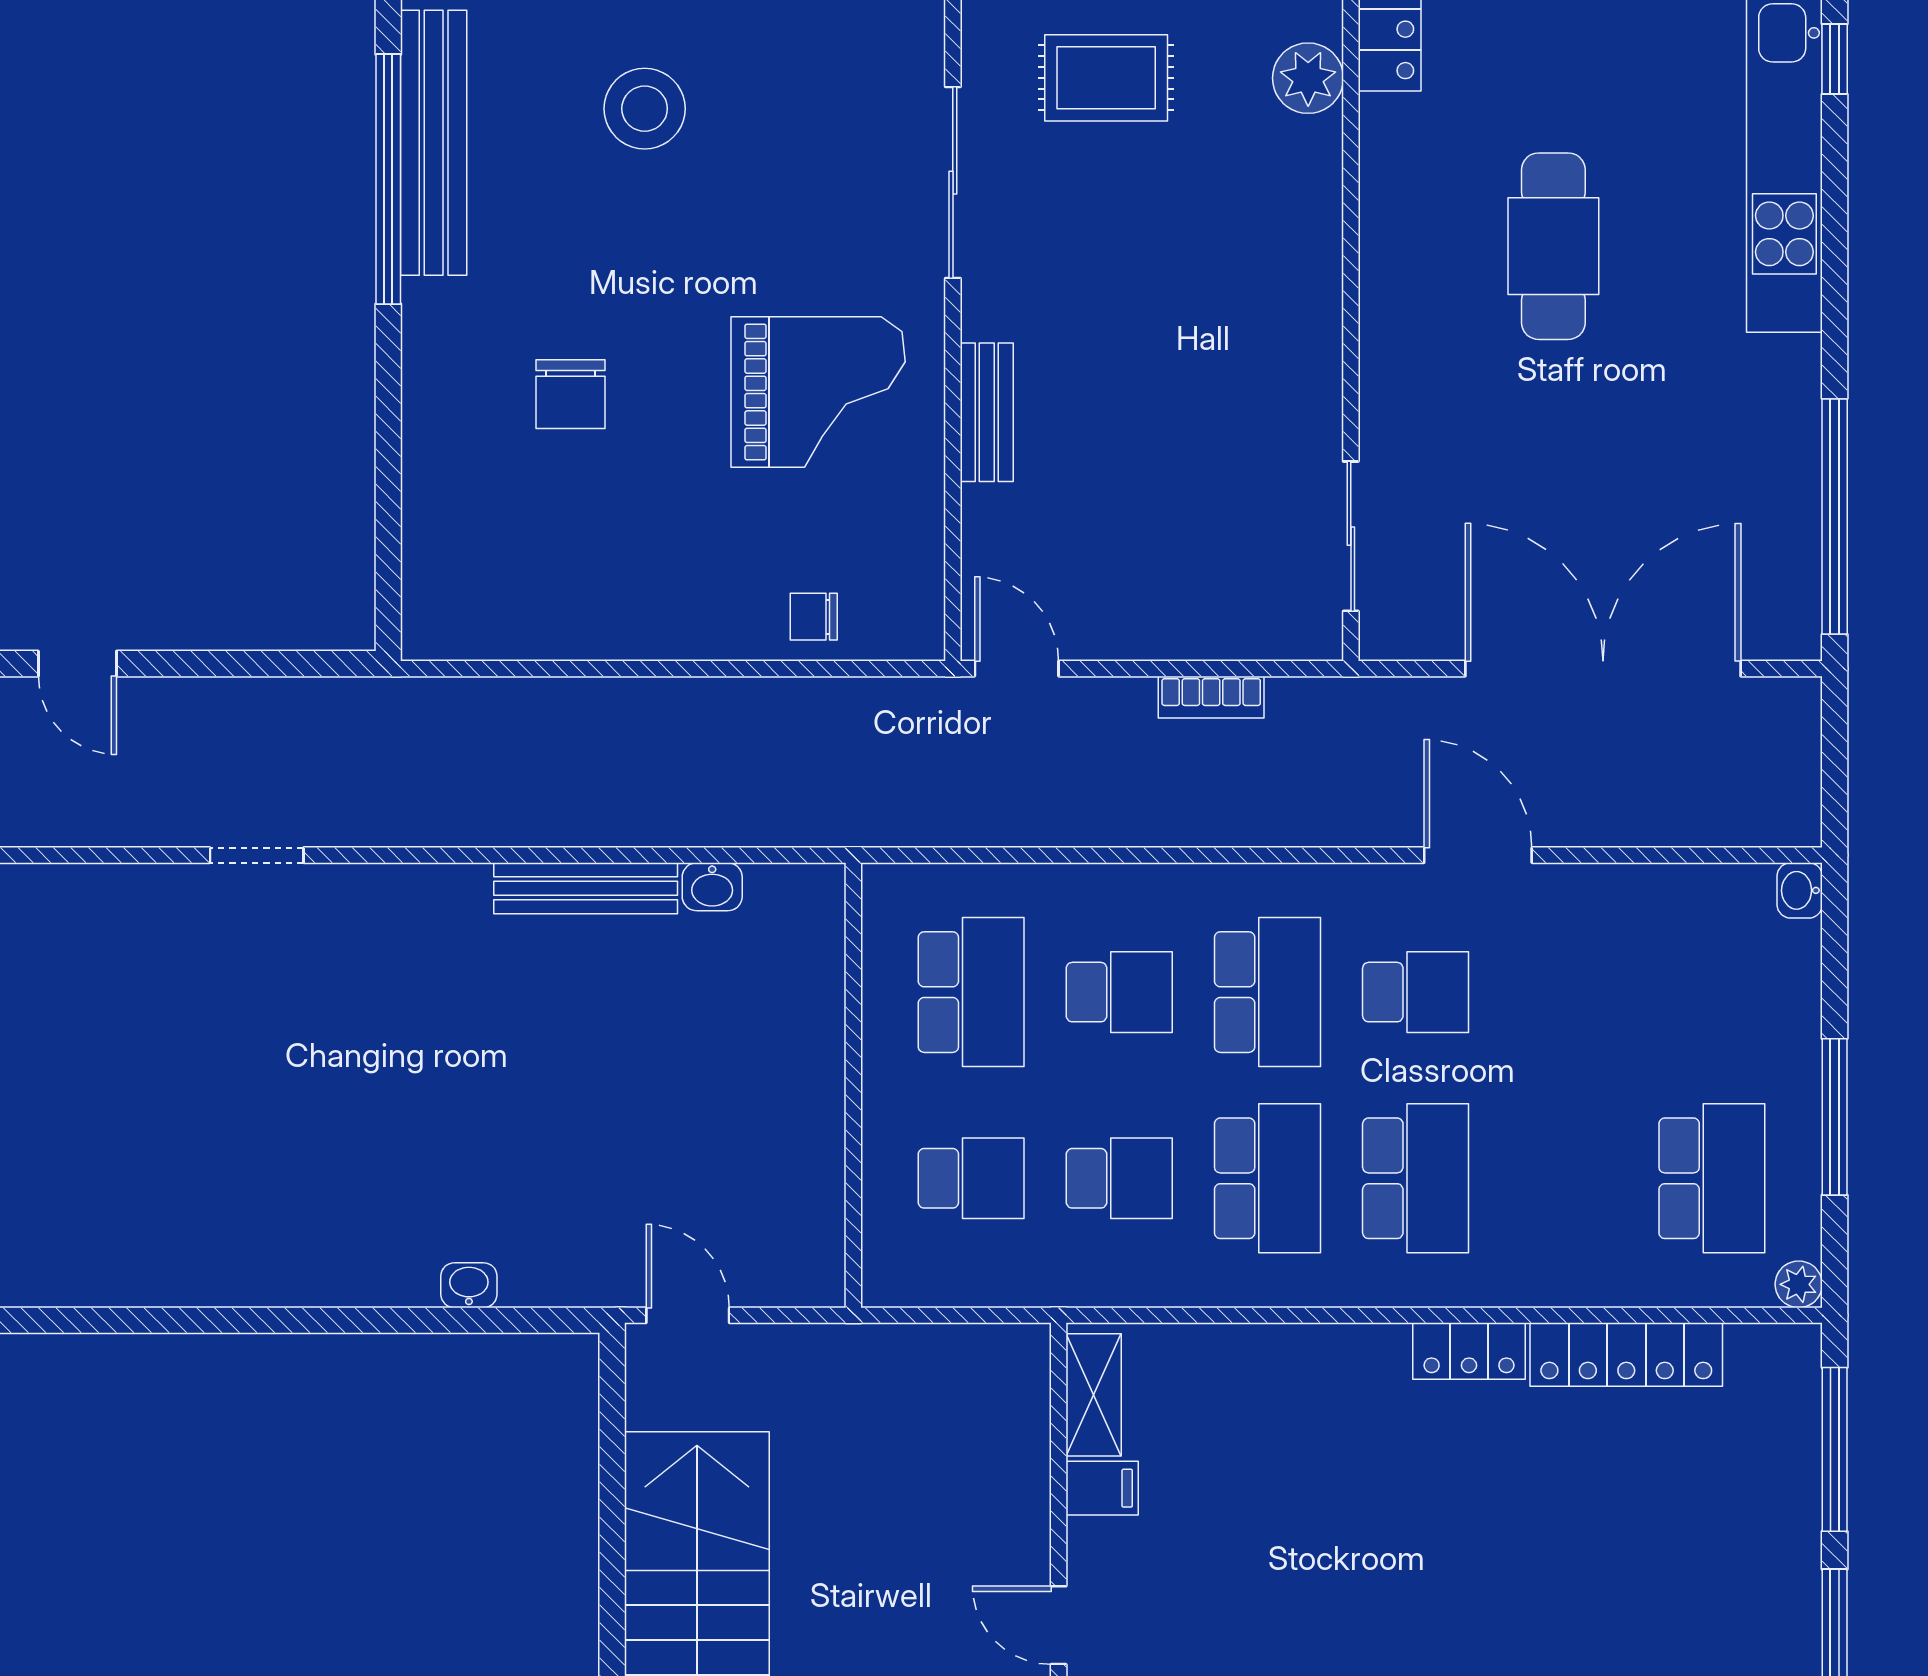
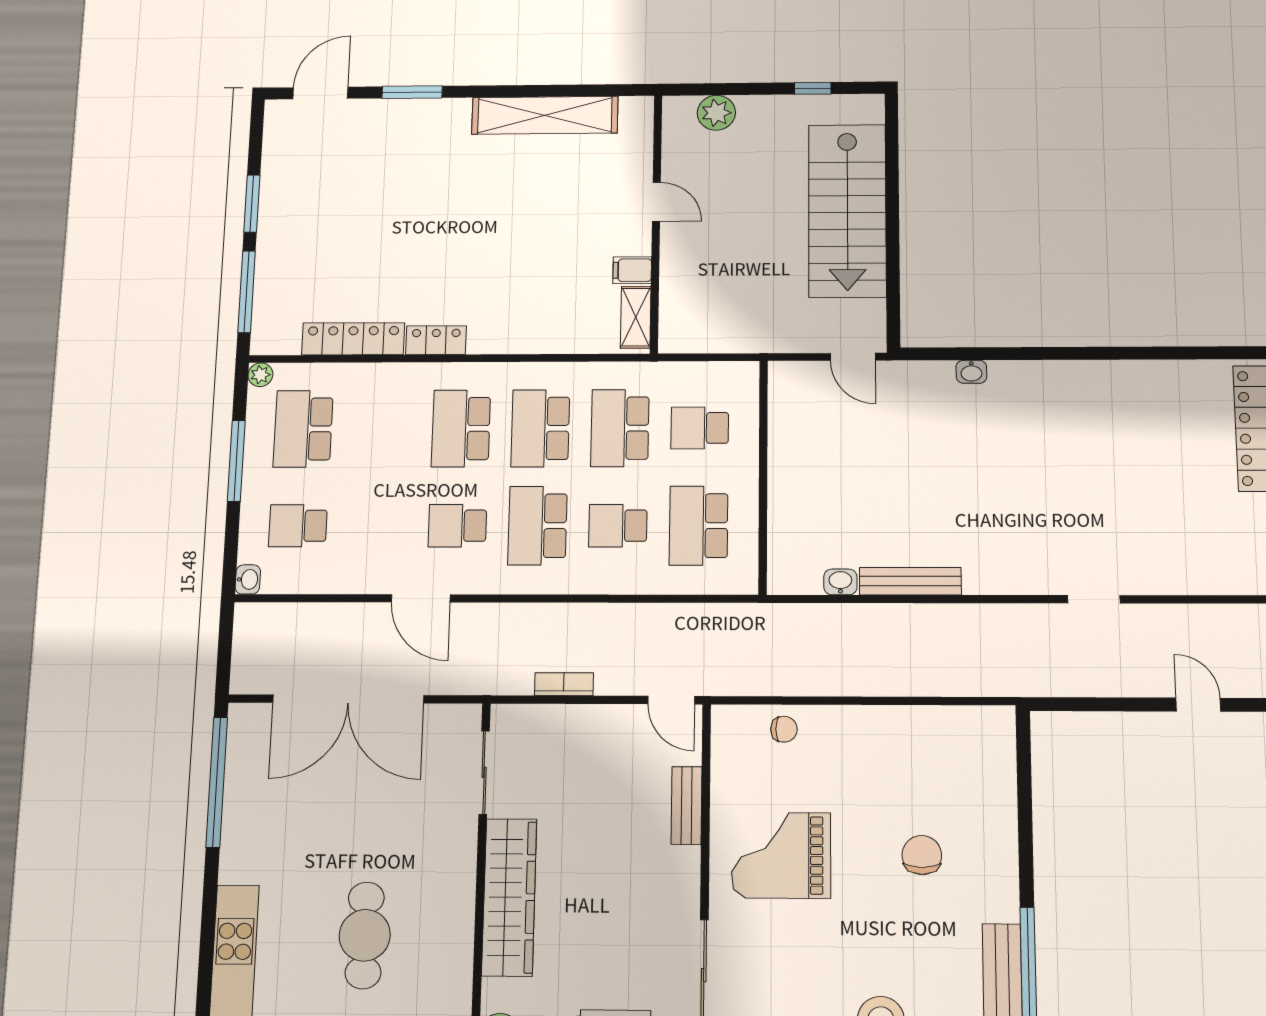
wardrobe: (1299, 315) -> (509, 897), added
bench: (987, 412) -> (686, 805), moved
school desk: (1712, 992) -> (298, 526), added
school desk: (1119, 1178) -> (620, 428), width x1.85

